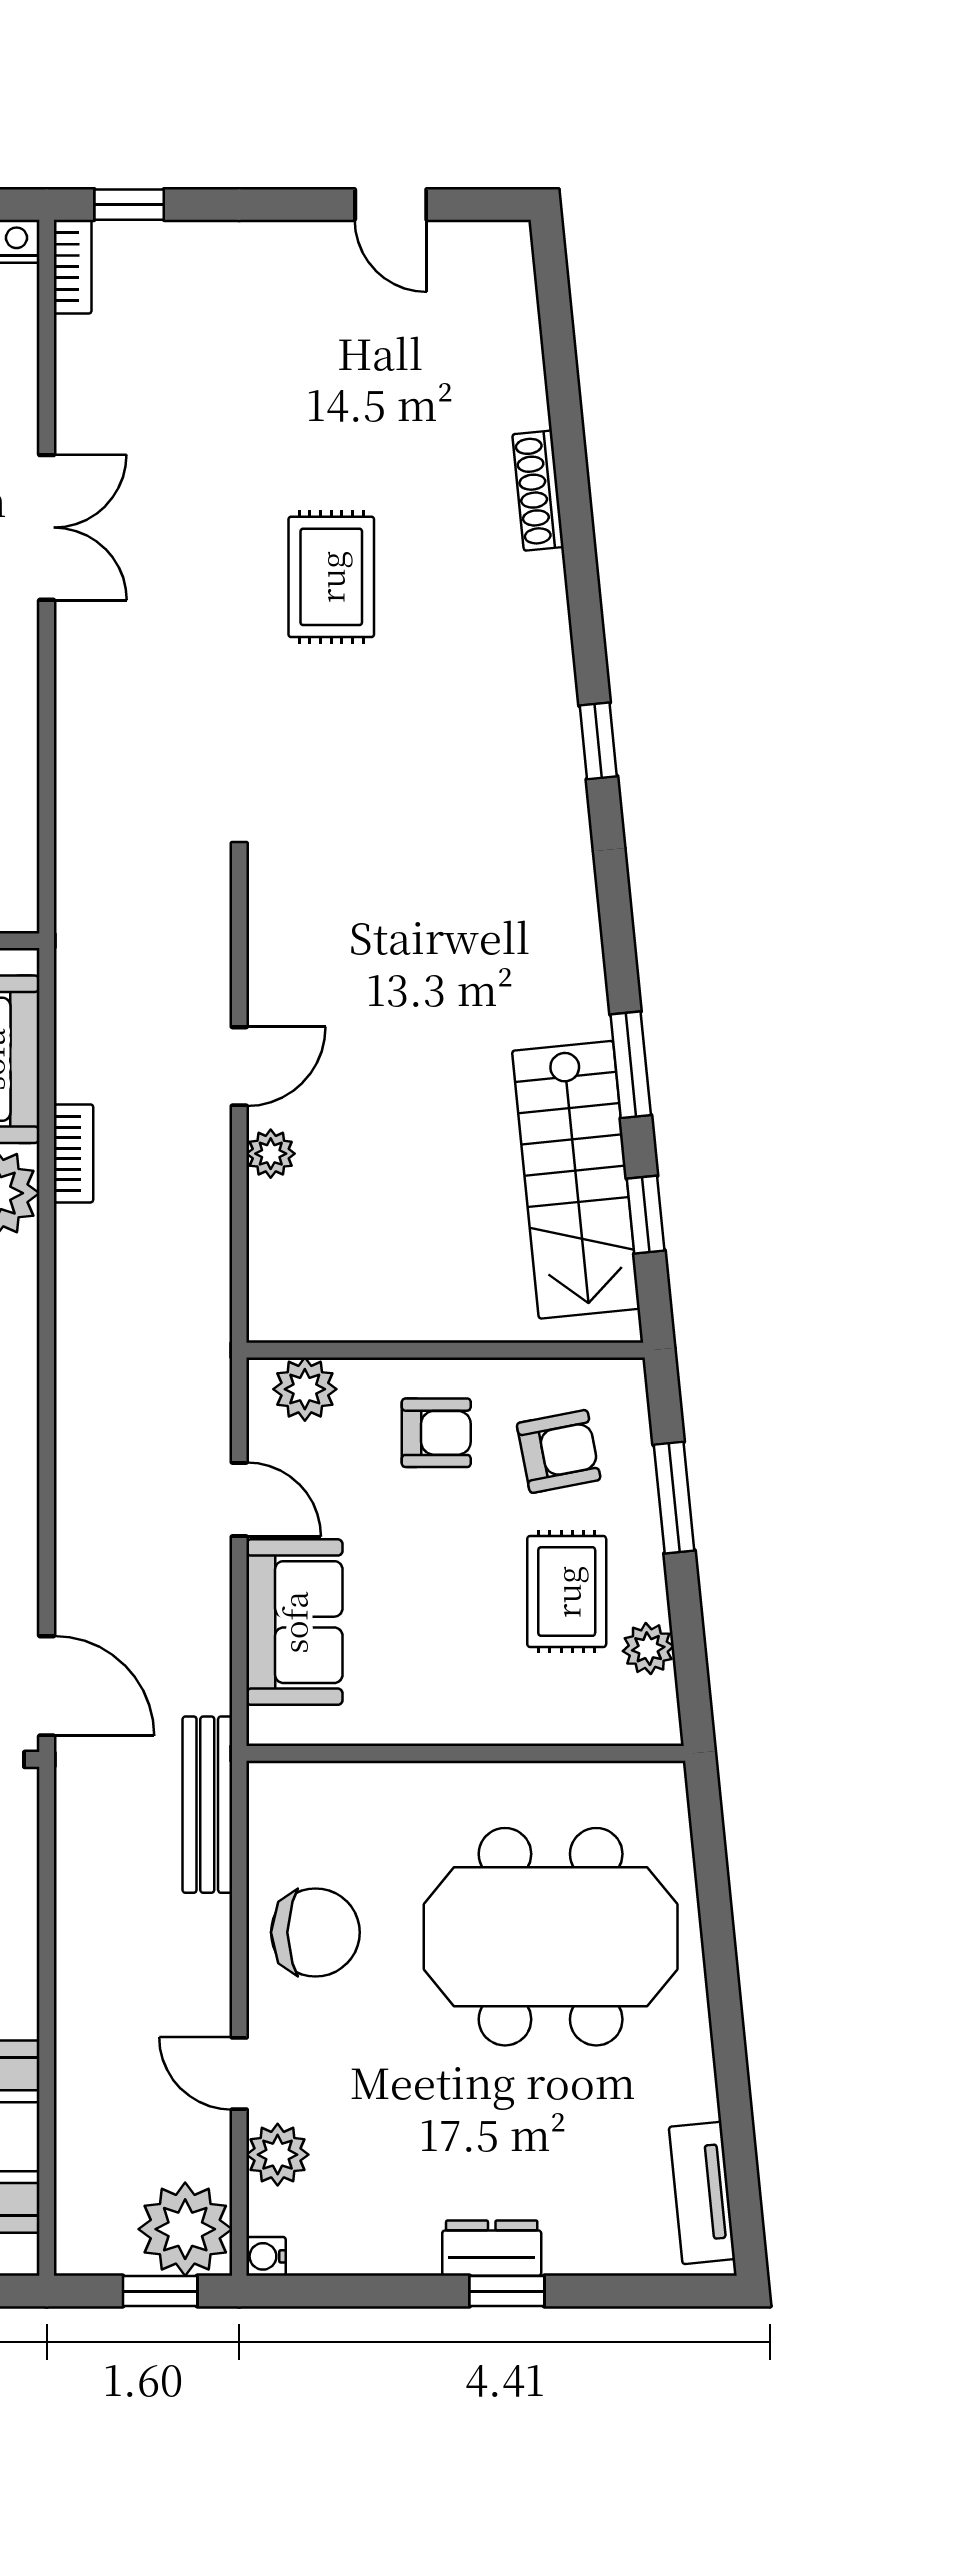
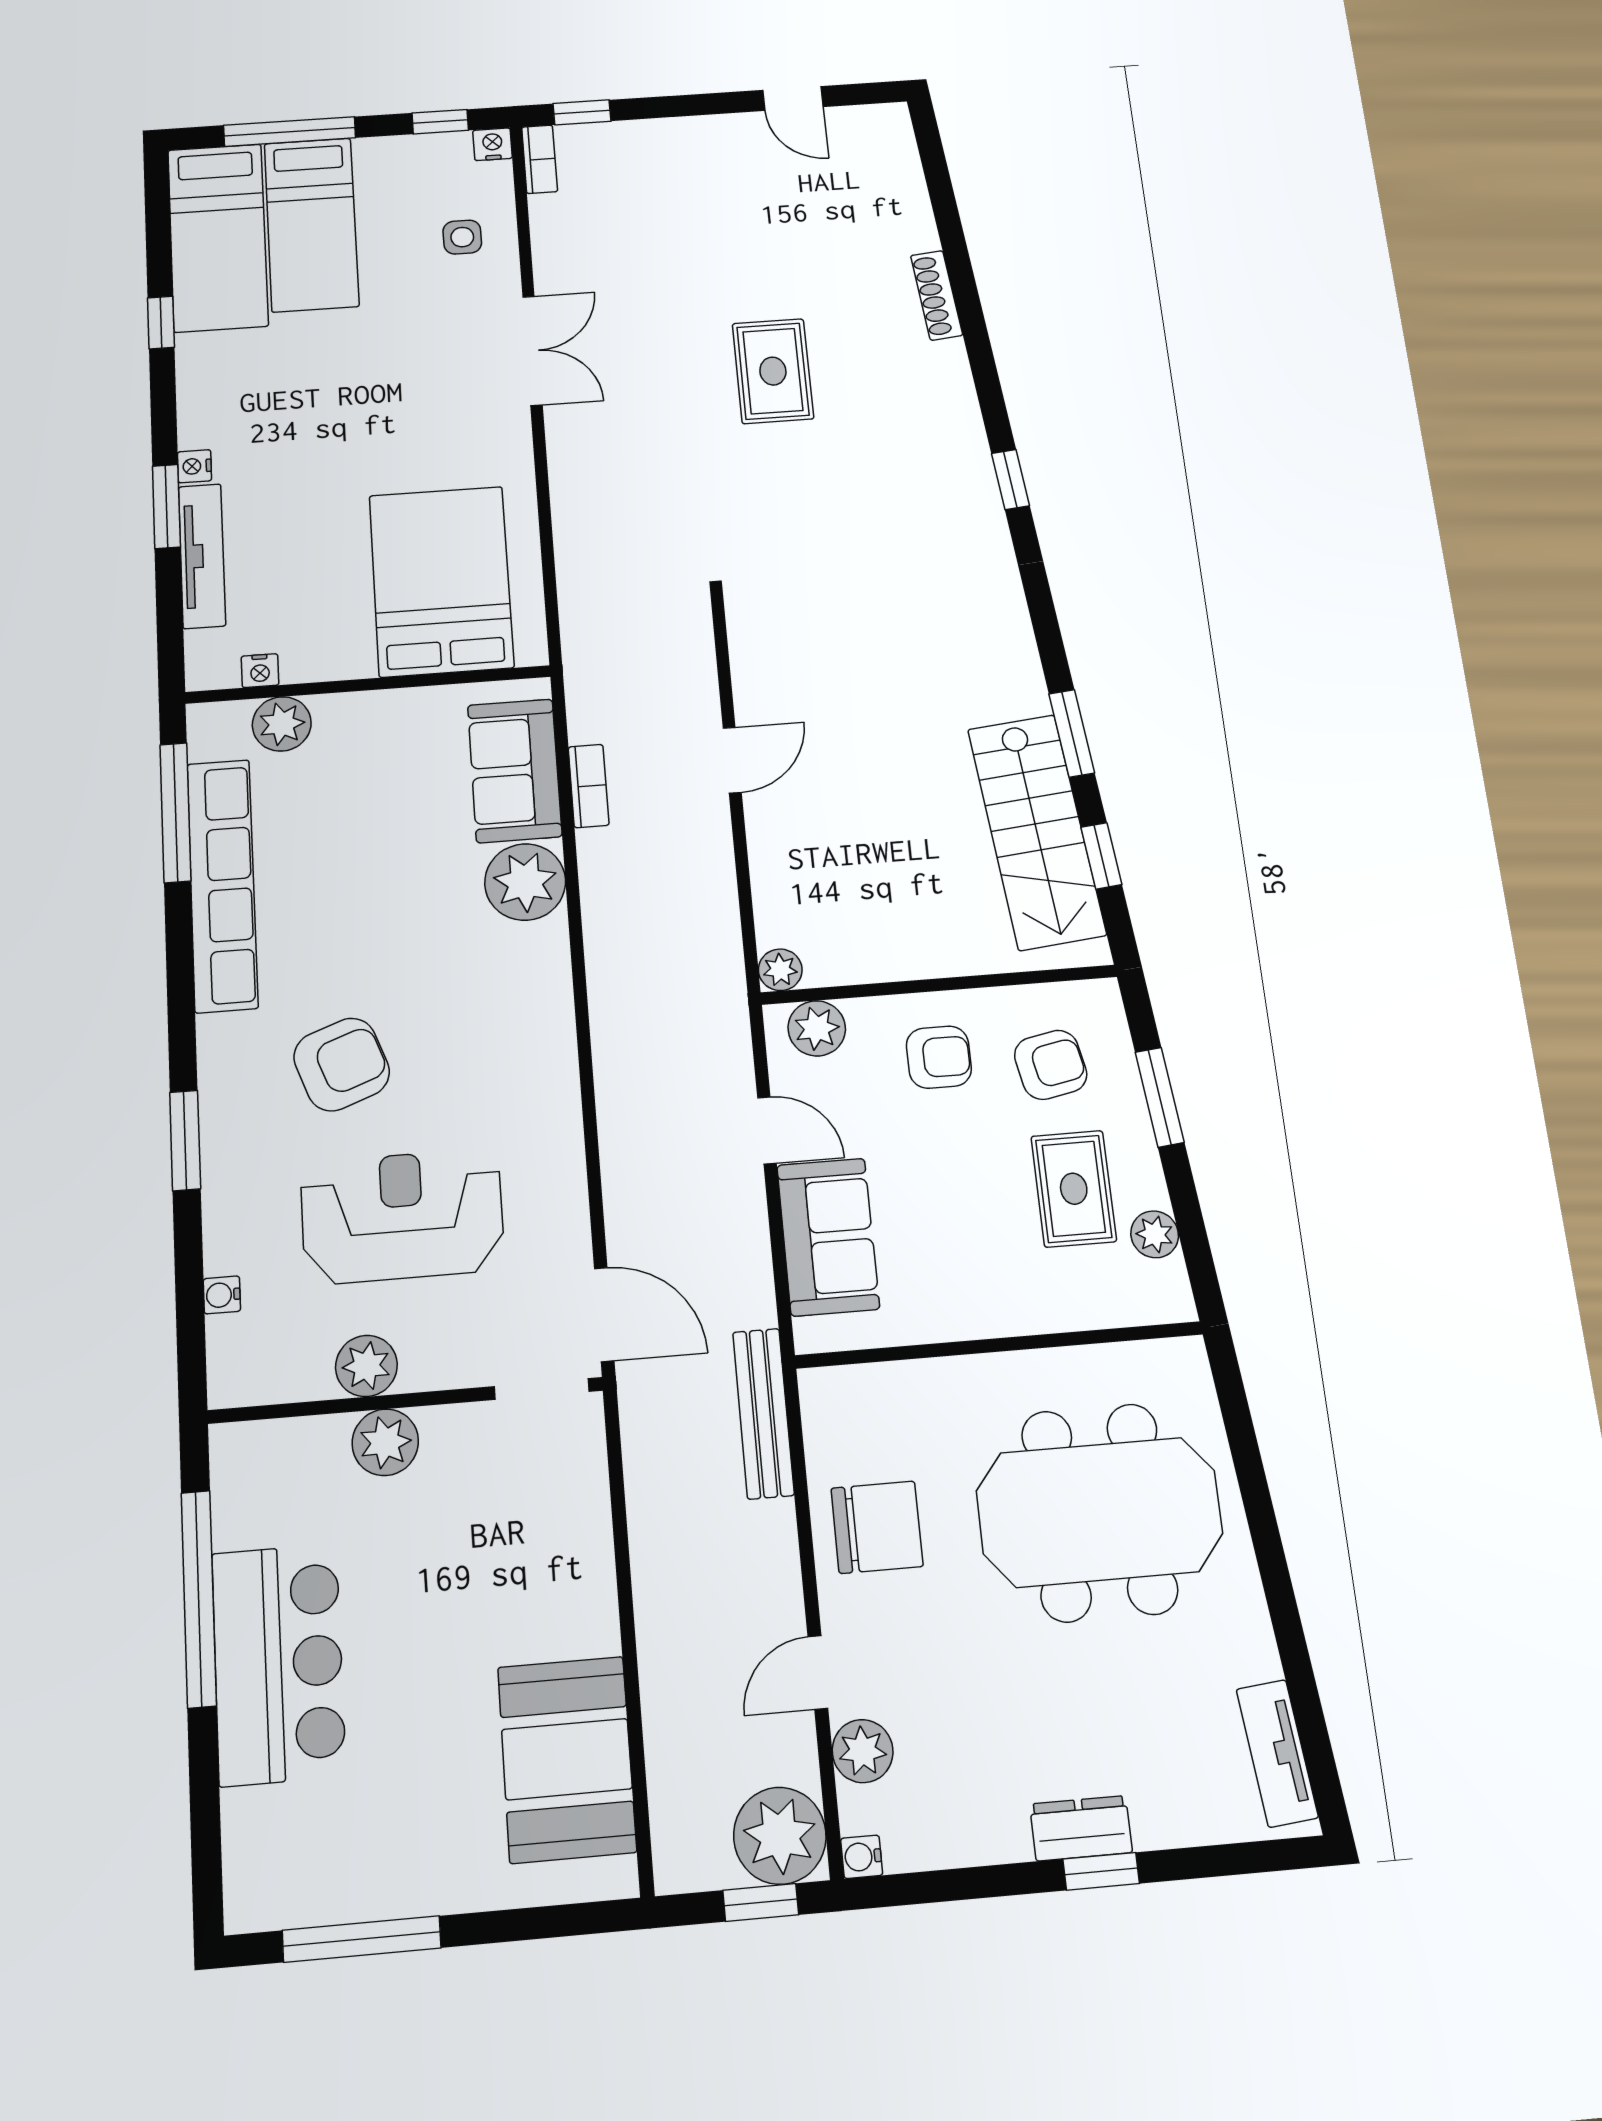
bookcase: (73, 1153) -> (589, 786), moved
plant: (271, 1154) -> (780, 970), moved
door: (239, 2073) -> (818, 1673), hinge flipped

